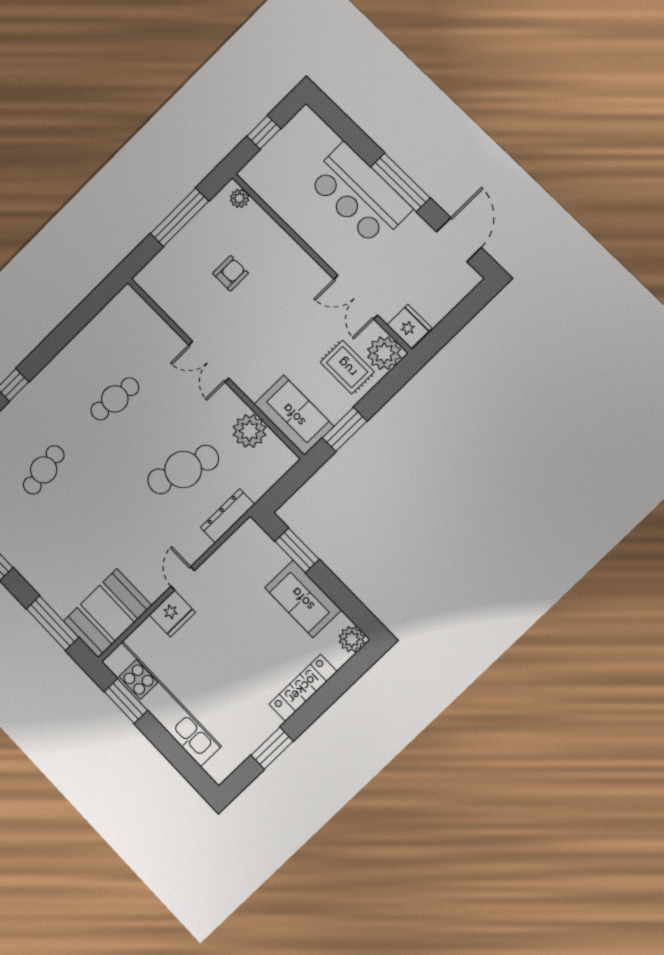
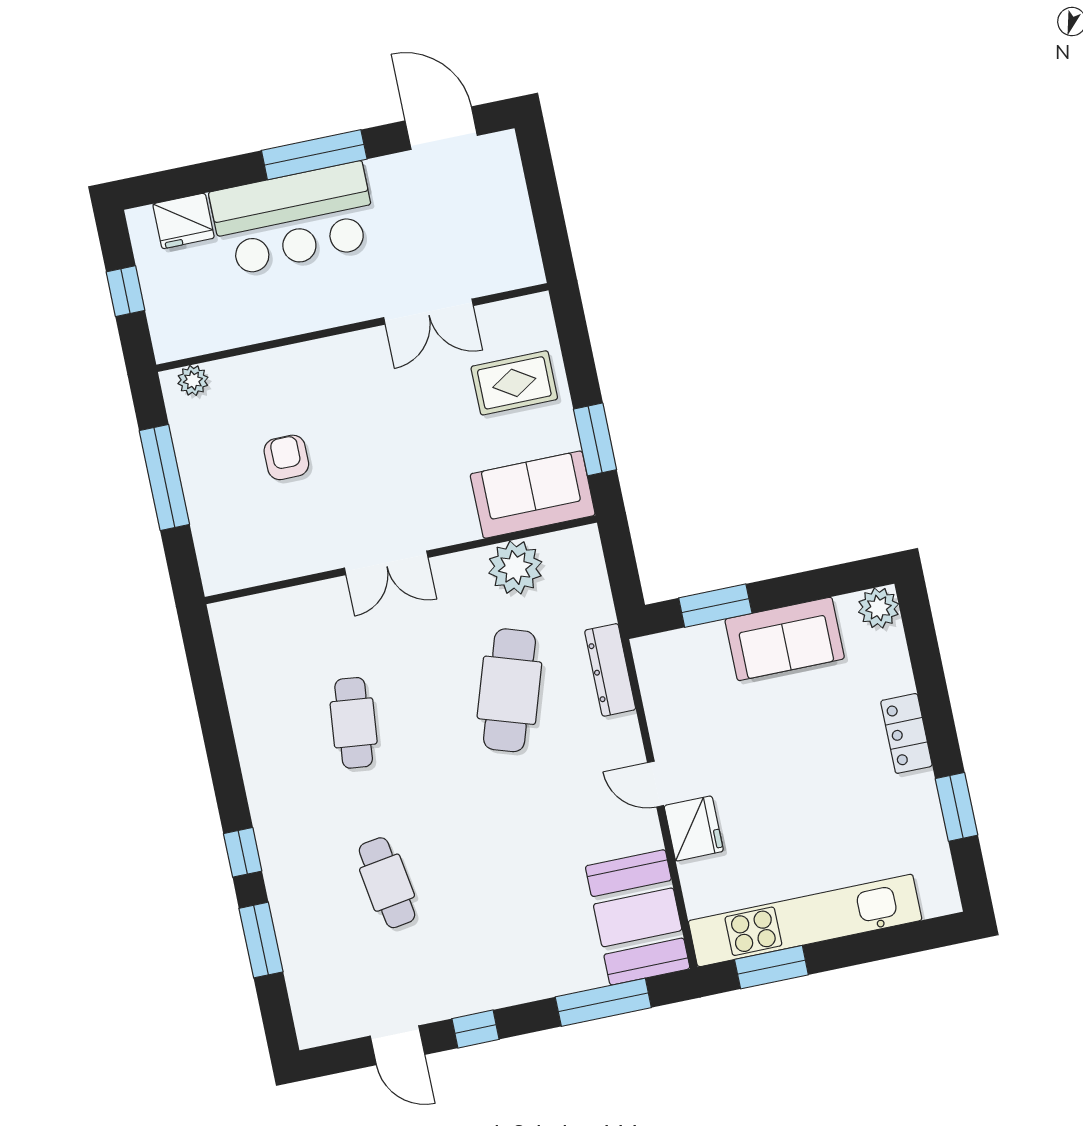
fridge: (409, 326) -> (184, 221), moved, turned 180
plant: (384, 353) -> (528, 322), removed
locker: (303, 688) -> (906, 733), width x0.66

